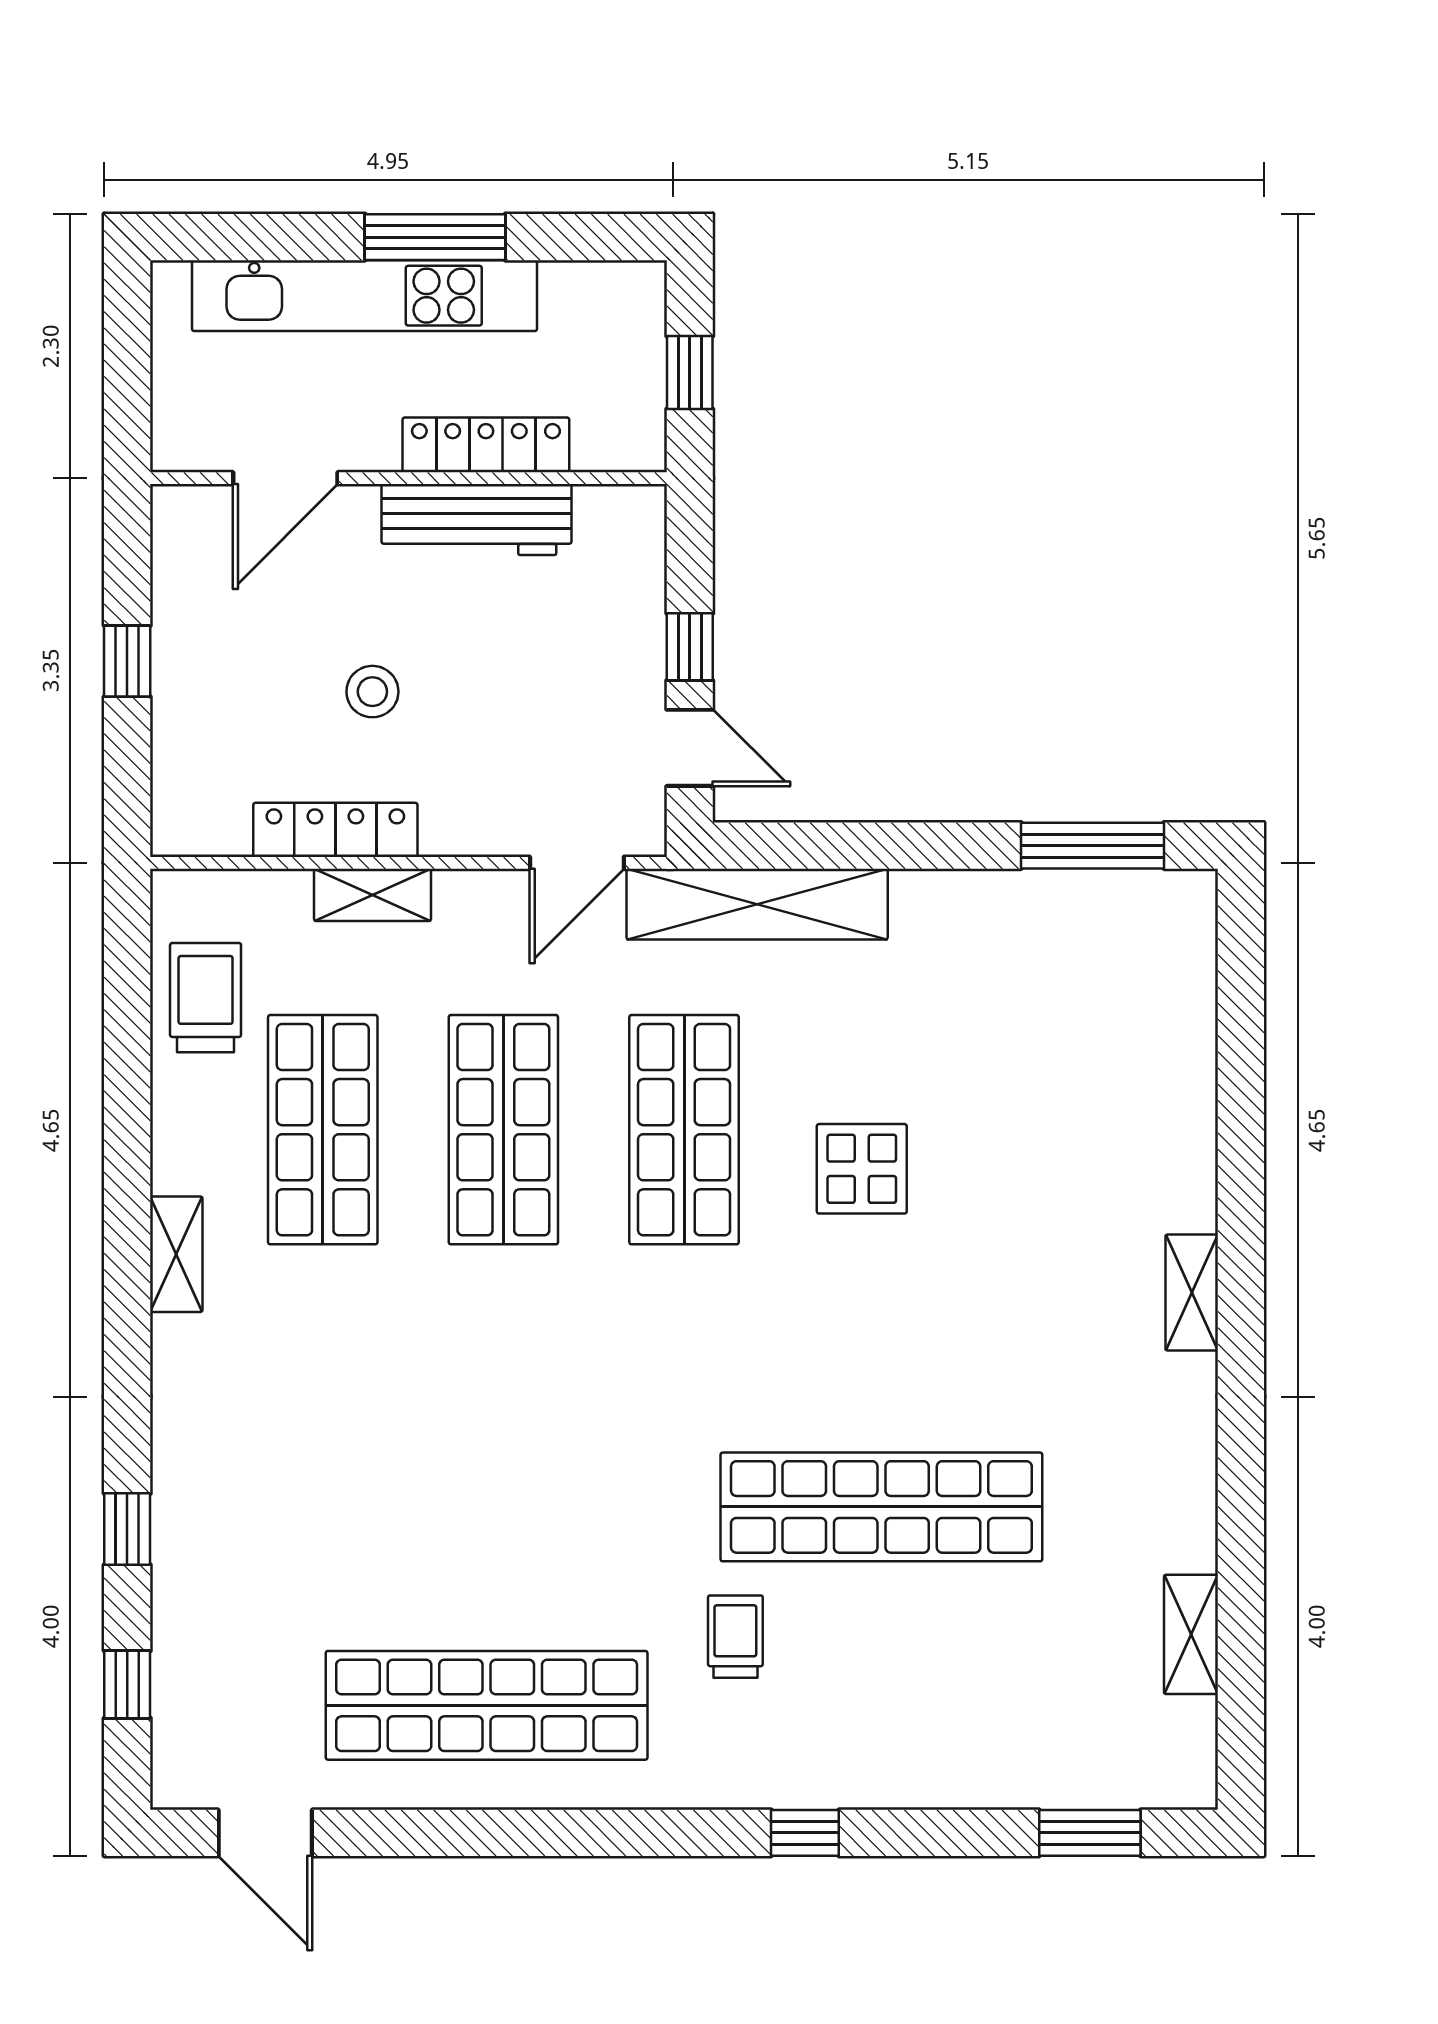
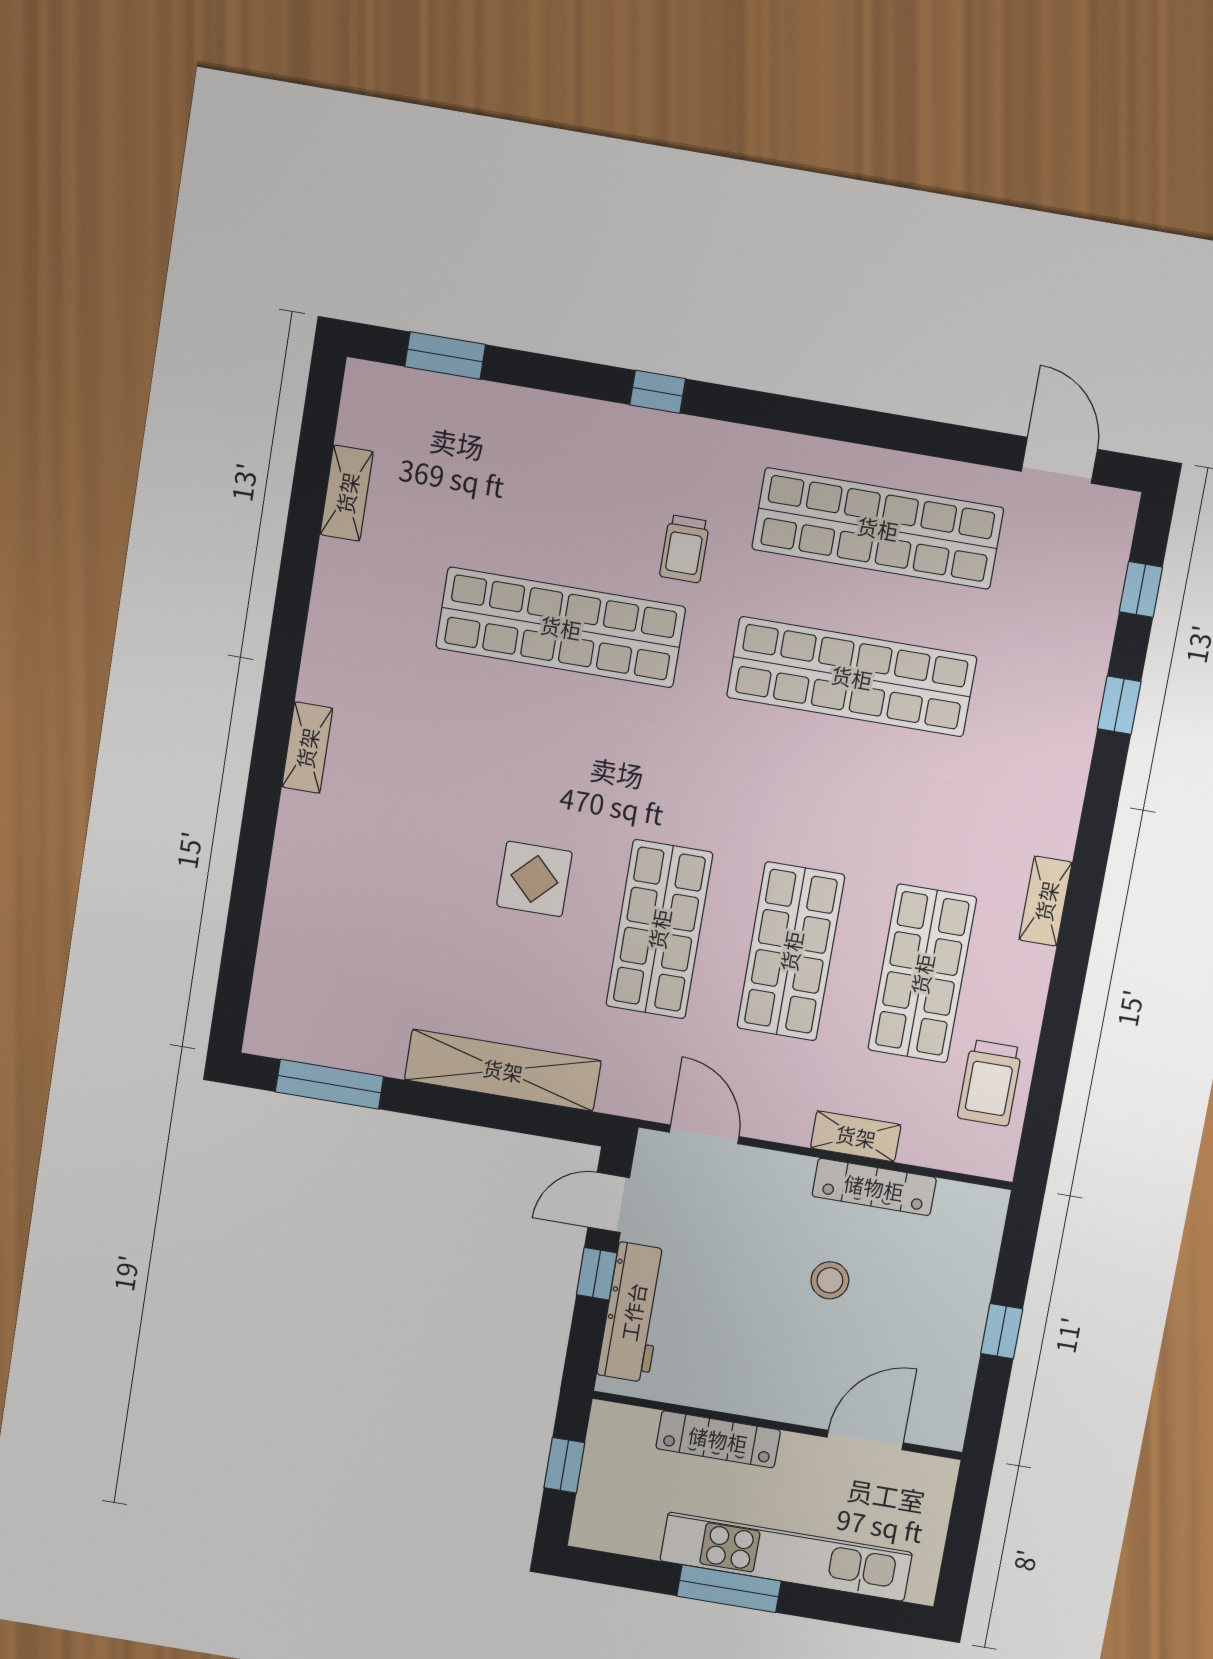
workbench: (476, 520) -> (633, 1312), moved, turned 90
door: (690, 748) -> (609, 1202), hinge flipped
door: (577, 863) -> (704, 1134), hinge flipped
shelving: (757, 904) -> (503, 1070), moved
shop shelf: (487, 1507) -> (852, 677), added

